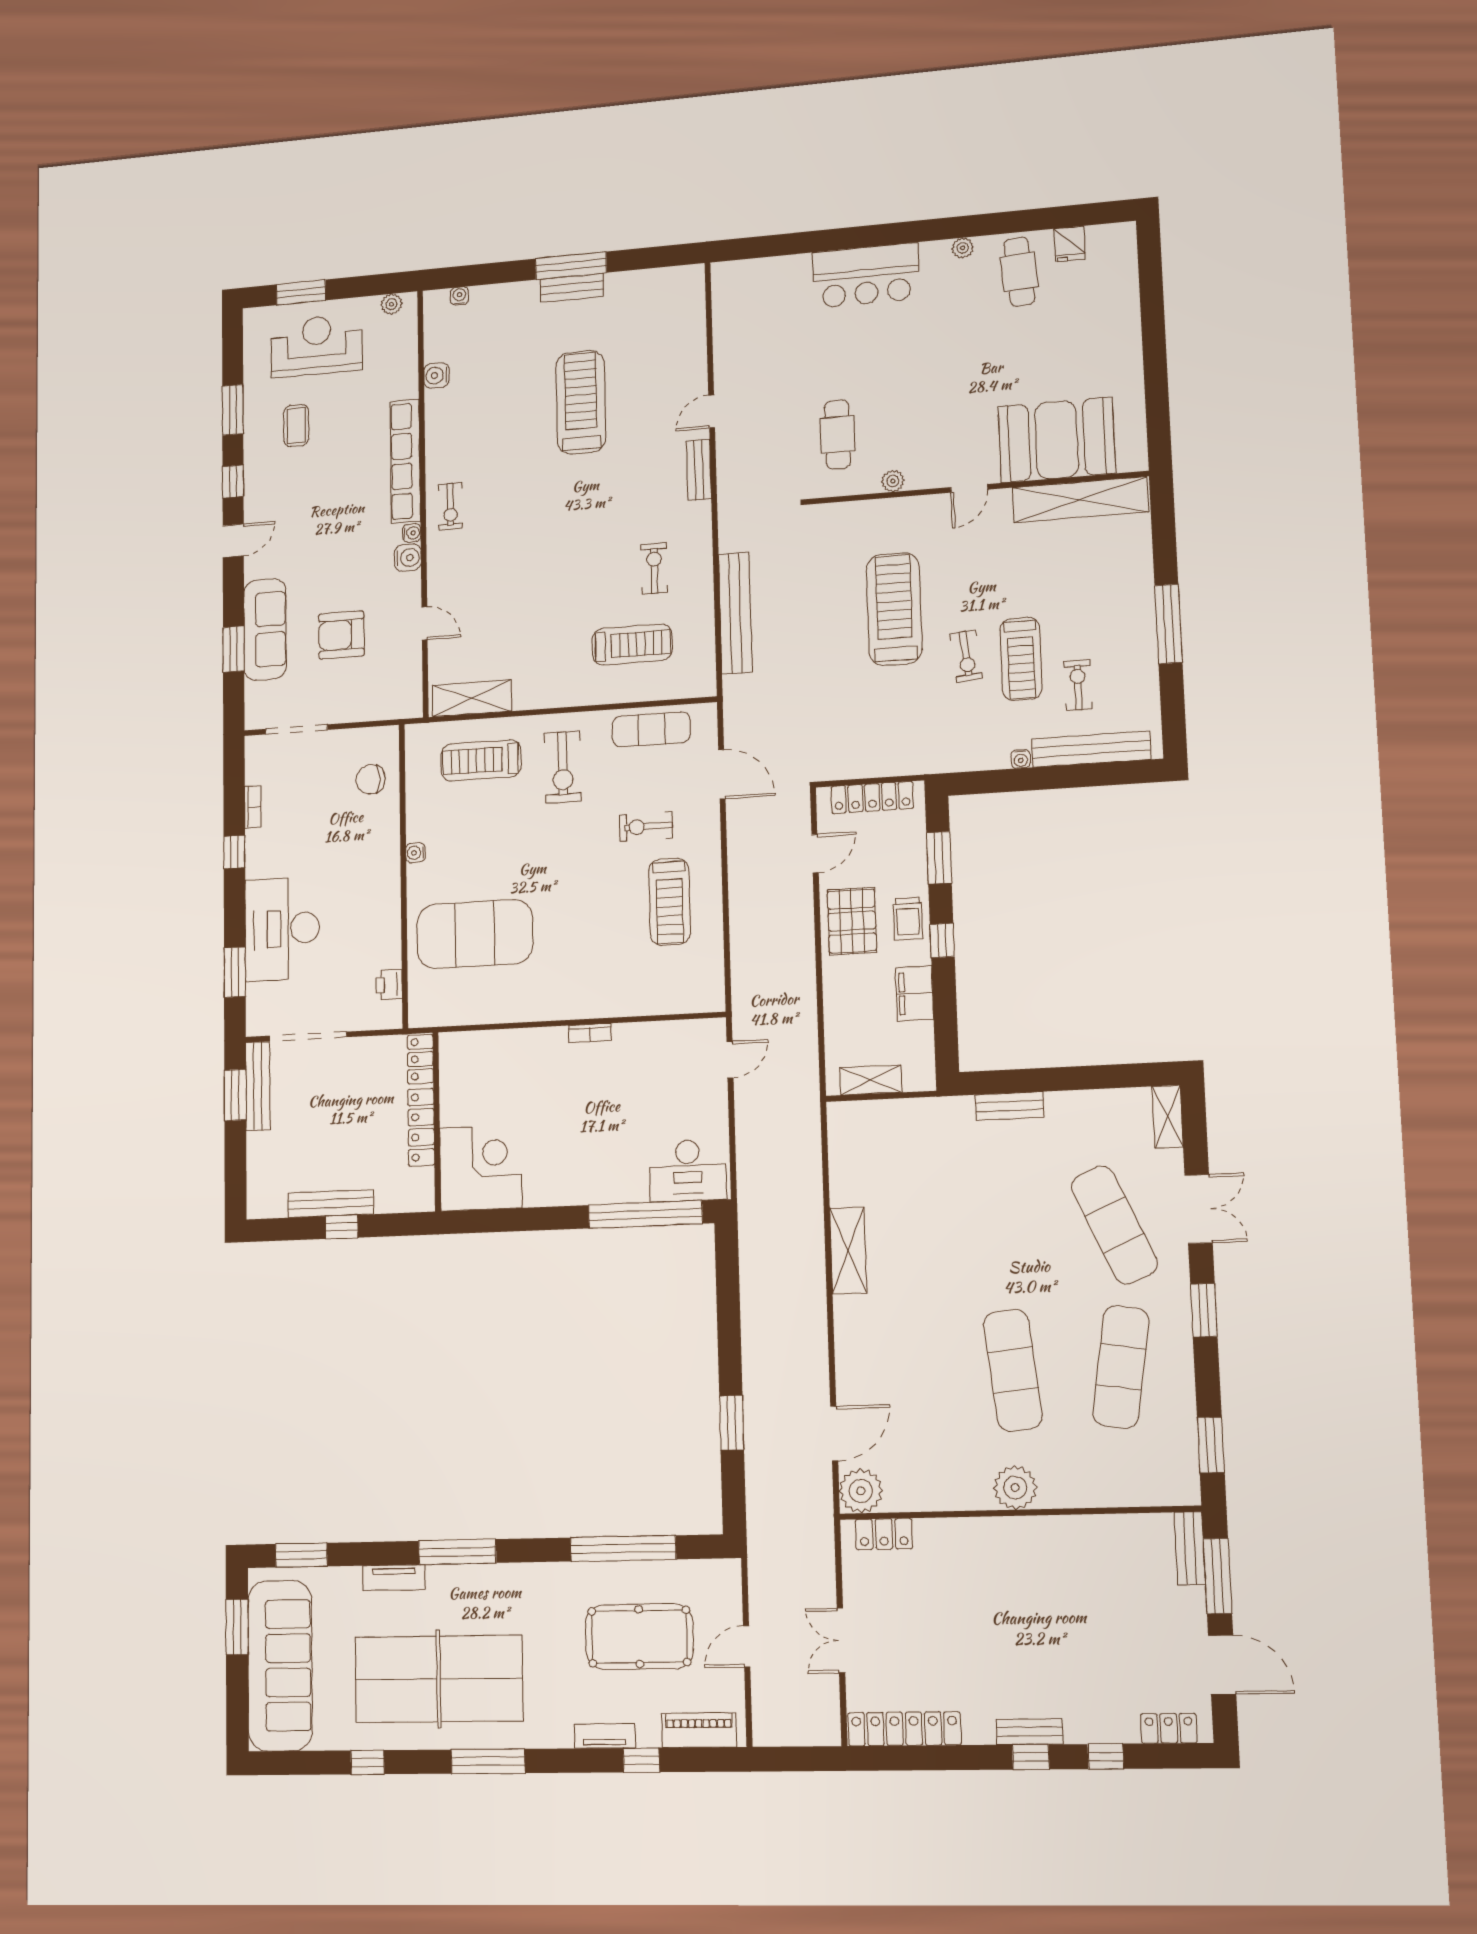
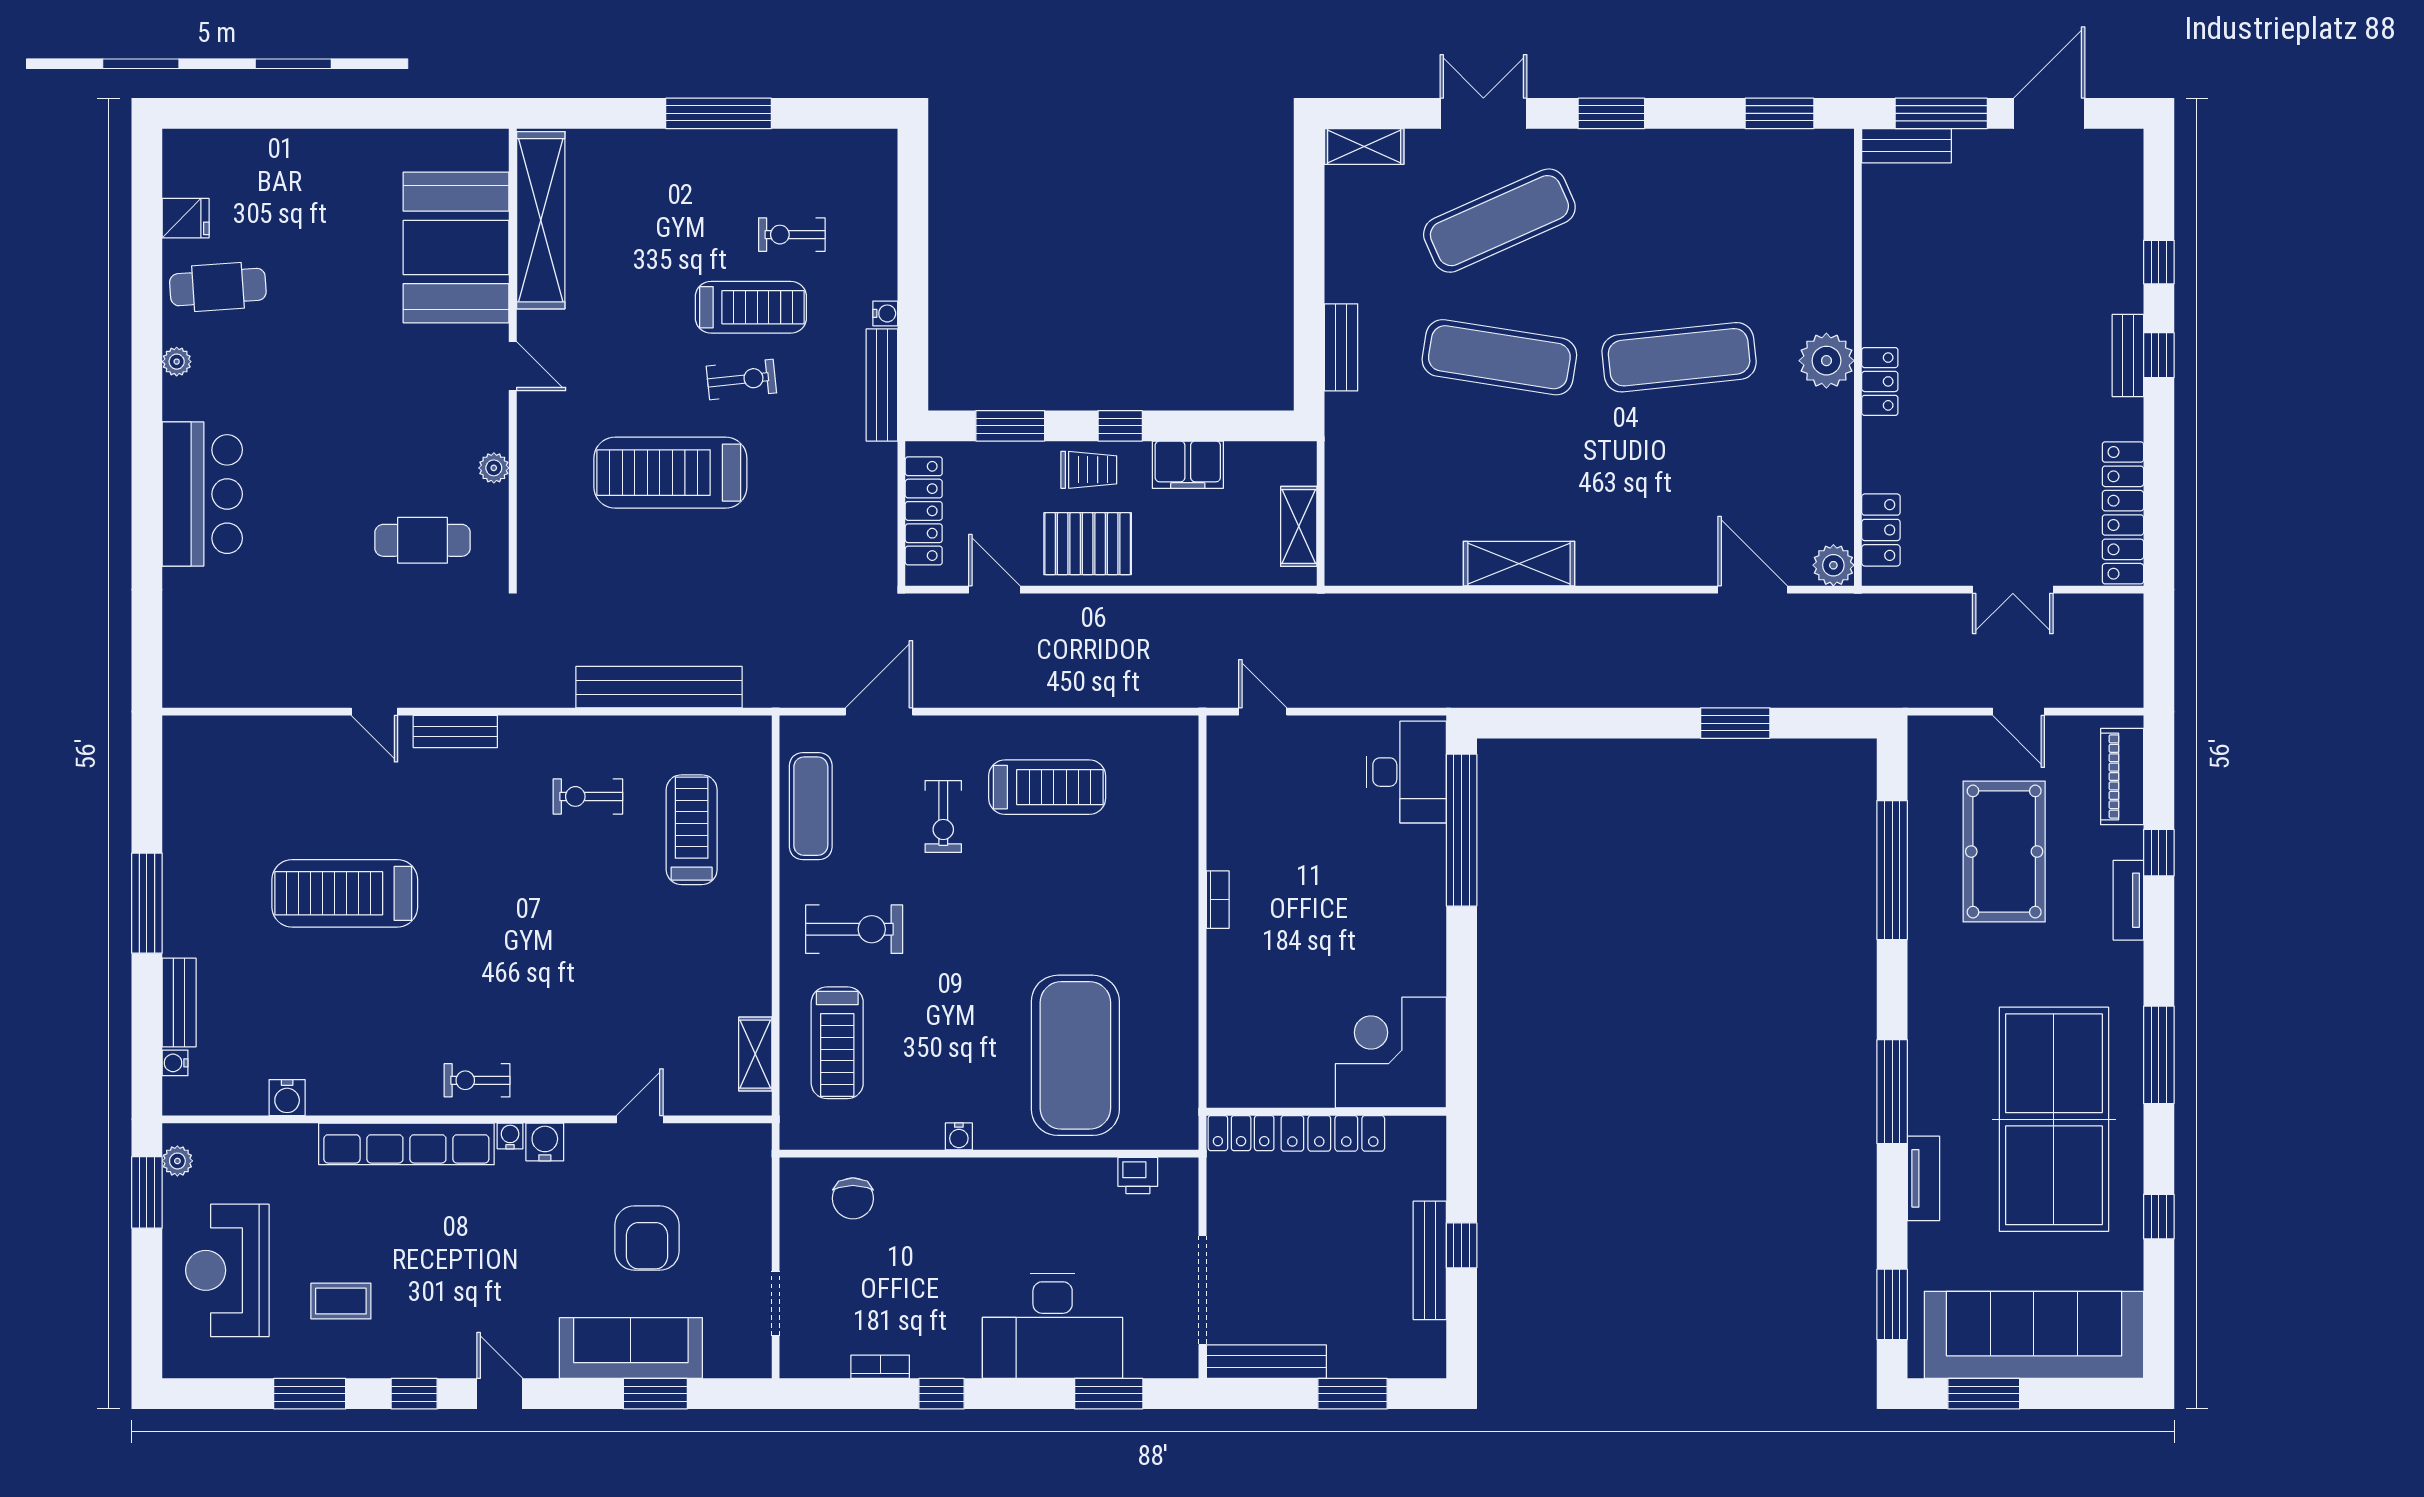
bench: (572, 288) -> (179, 1003), moved
window: (301, 292) -> (147, 1192), moved
exercise bike: (450, 507) -> (477, 1080), turned 180
shelving: (472, 698) -> (755, 1054), width x0.67, depth x0.75
doorway: (296, 729) -> (776, 1304), width x0.73
bench: (1091, 749) -> (882, 385), moved, width x0.73, depth x0.82
window: (235, 1095) -> (1353, 1394), moved
exercise mat: (1121, 1367) -> (1499, 357), moved
plant: (861, 1491) -> (1833, 565), width x0.73, depth x0.73
locker: (1169, 1728) -> (1880, 381), moved, turned 180

